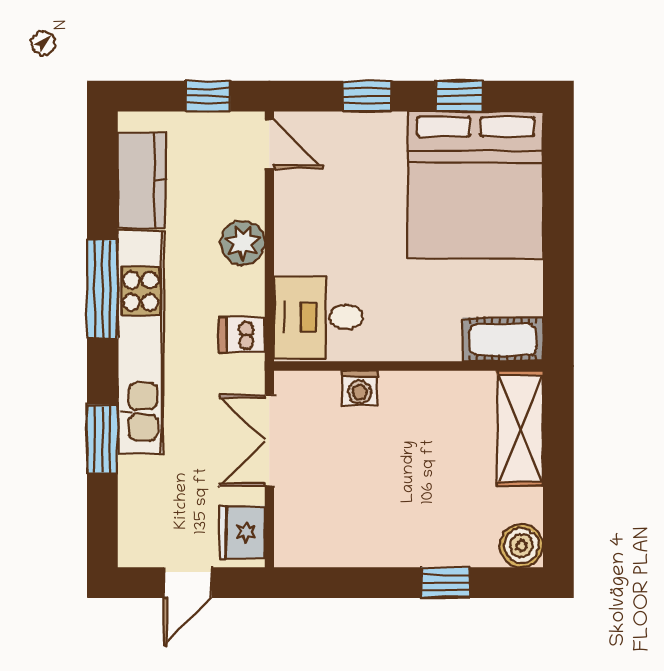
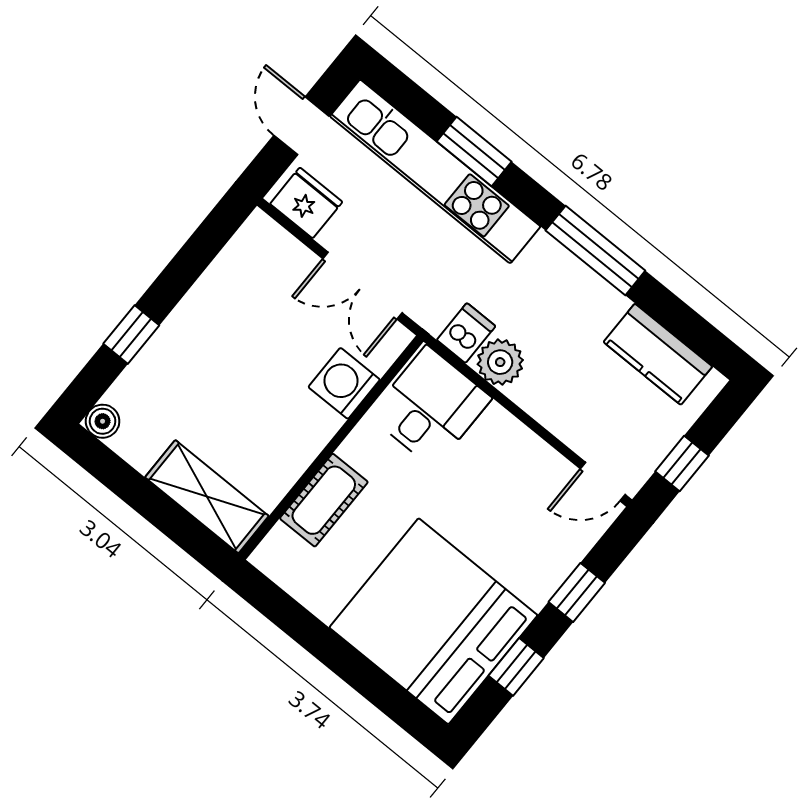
plant: (243, 243) -> (500, 362), moved
cot: (503, 340) -> (324, 500), moved
kitchen unit: (141, 343) -> (435, 171), moved
washing machine: (360, 388) -> (344, 383), width x1.38, depth x1.38
double door: (269, 441) -> (363, 286), swing flipped
boiler: (521, 546) -> (103, 421), width x0.73, depth x0.73

